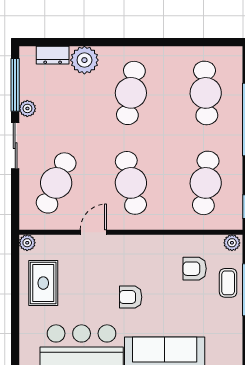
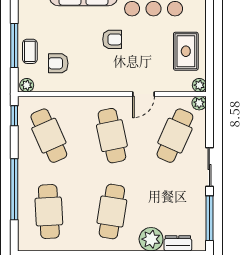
plant: (27, 108) -> (199, 103), moved
cafe table: (206, 183) -> (49, 136), turned -30
armchair: (195, 269) -> (58, 63), turned 180

